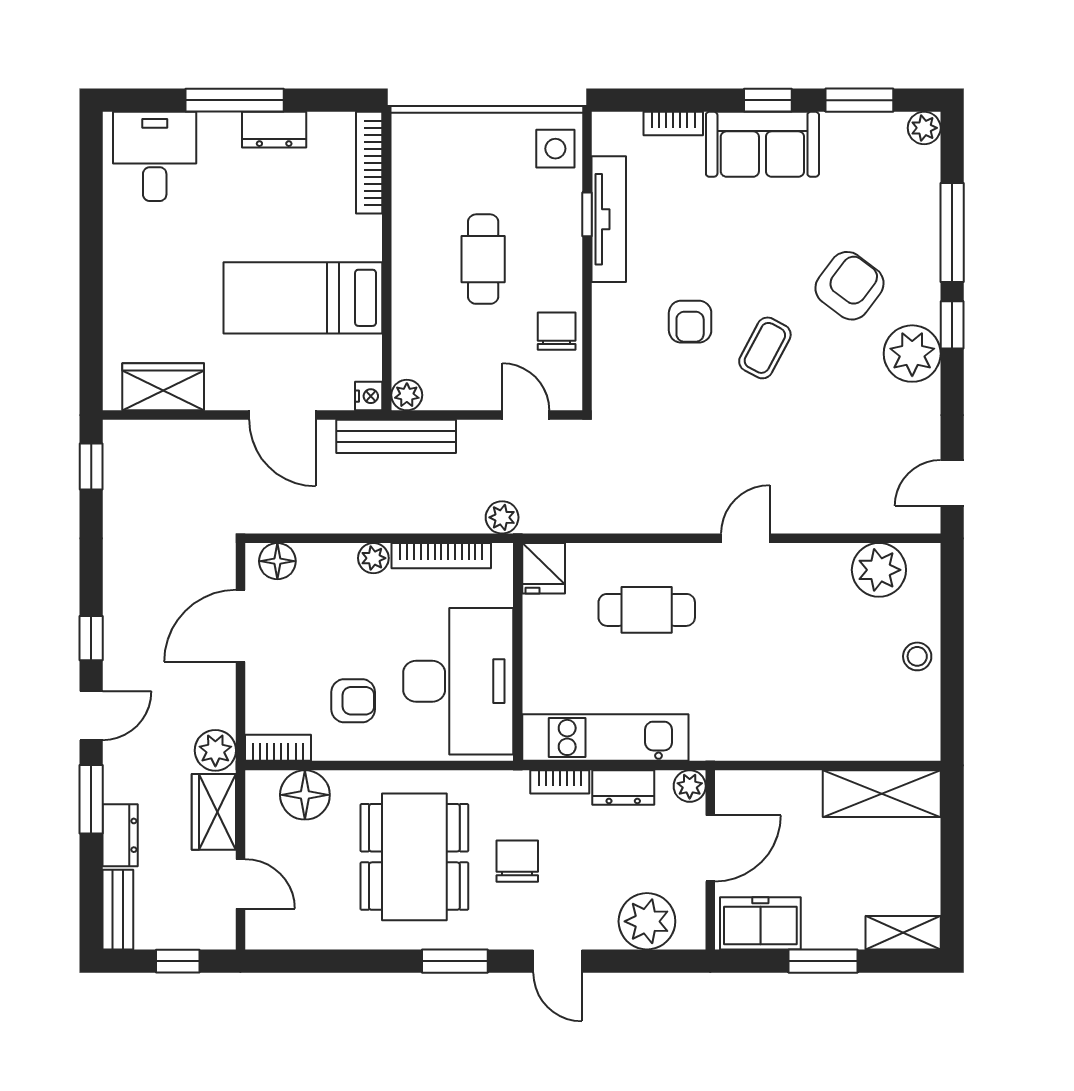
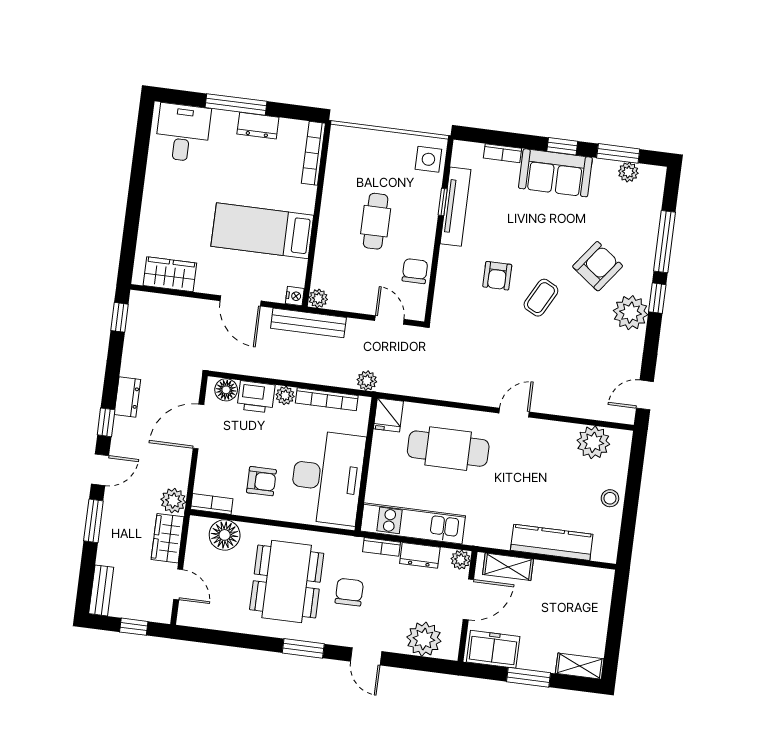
plant: (924, 128) -> (628, 172), moved
printer: (327, 566) -> (256, 397), added
cafe table: (647, 610) -> (448, 449), width x1.37, depth x1.35
kitchen counter: (833, 739) -> (552, 542), added
shelving: (882, 794) -> (508, 567), moved, width x0.67, depth x0.75
dresser: (120, 835) -> (127, 397), moved

